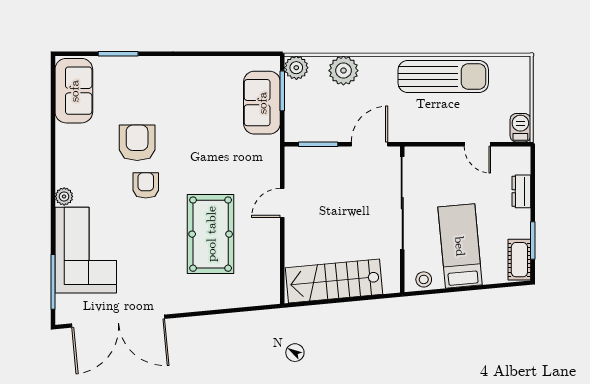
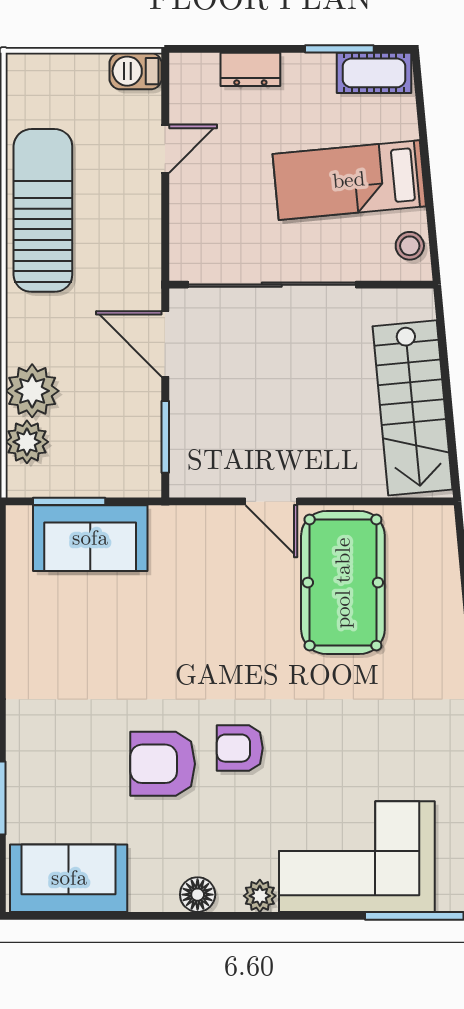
plant: (296, 68) -> (27, 442), moved
floor lamp: (65, 162) -> (198, 895), added
pool table: (211, 234) -> (343, 583), moved, turned 90

